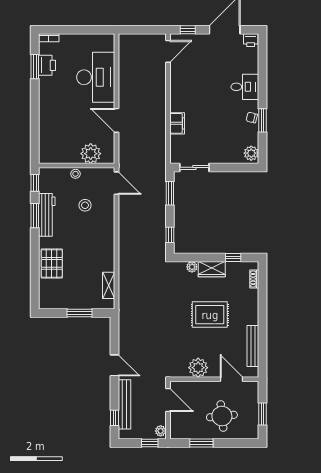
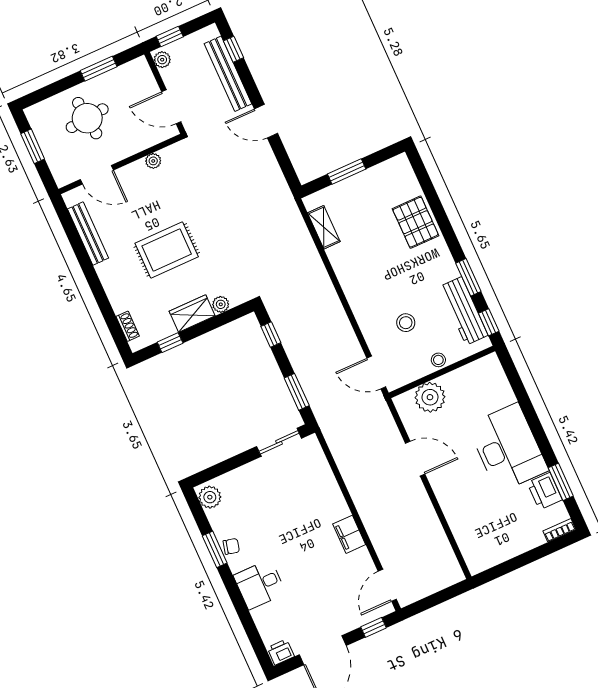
desk: (96, 77) -> (508, 448), moved, turned 180
filing cabinet: (177, 123) -> (349, 534), moved
workbench: (47, 215) -> (464, 311), moved
plant: (198, 368) -> (153, 161), width x0.53, depth x0.53

